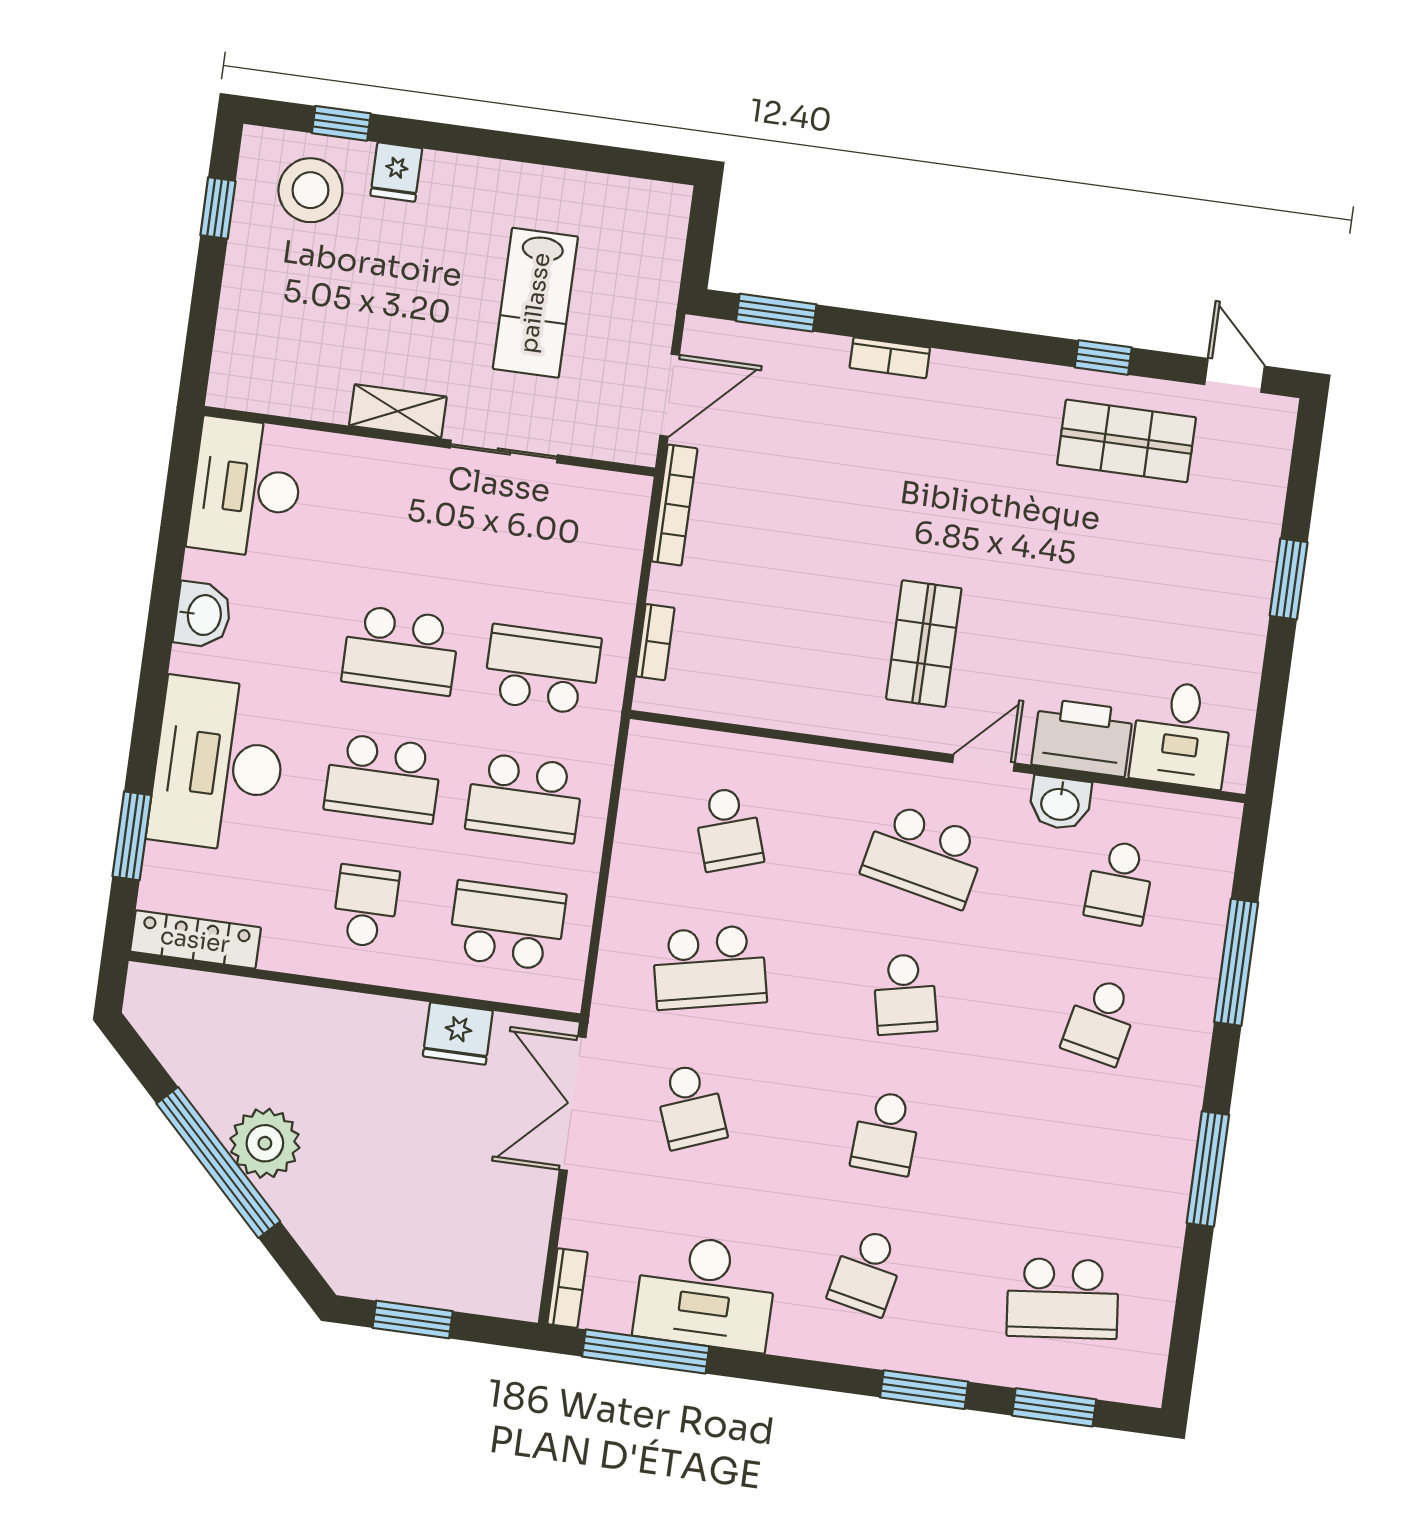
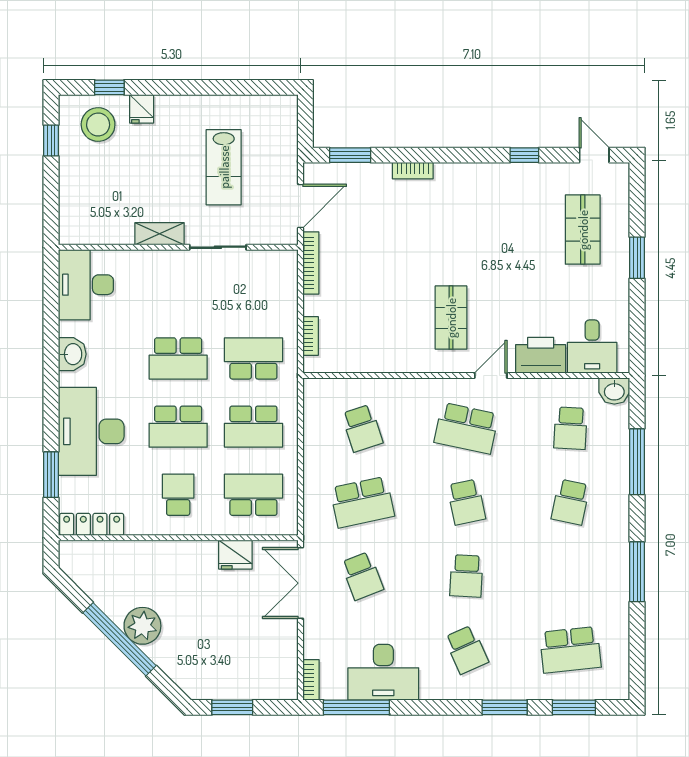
shop shelf: (1127, 441) -> (583, 230), moved, turned 90
washbasin: (1060, 803) -> (614, 391), moved
school desk: (867, 1272) -> (466, 650), turned -36

